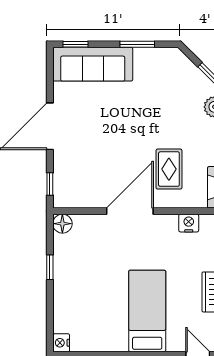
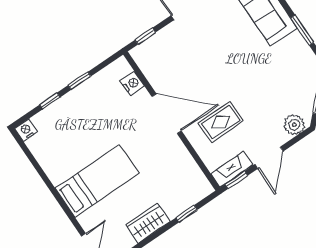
nightstand: (189, 223) -> (132, 83), moved
floor lamp: (62, 224) -> (121, 67), removed
window: (50, 305) -> (50, 101), added

